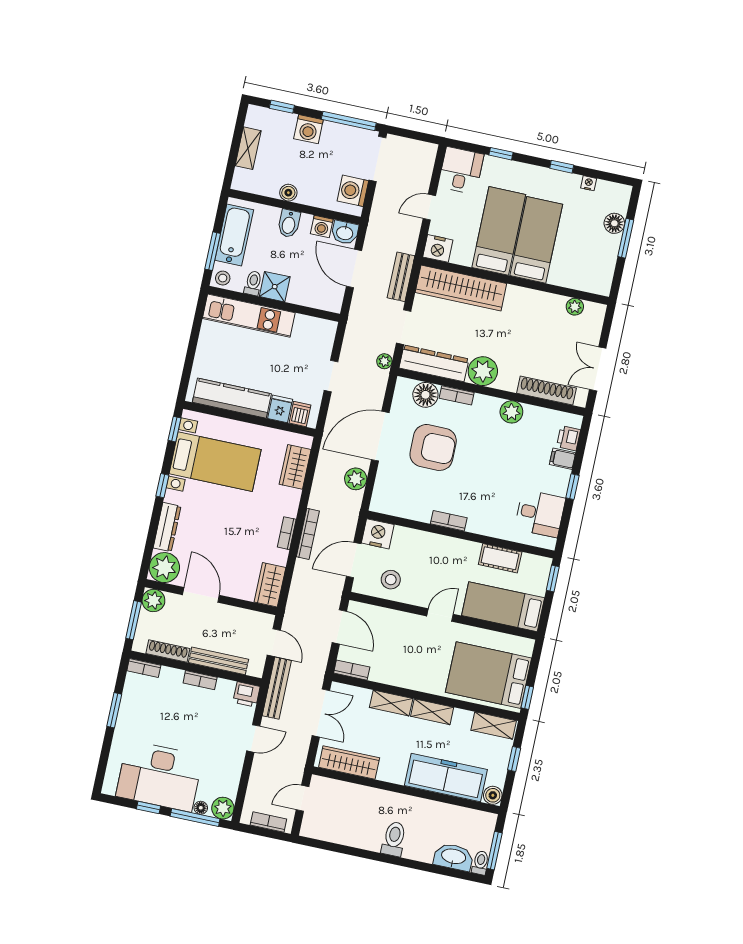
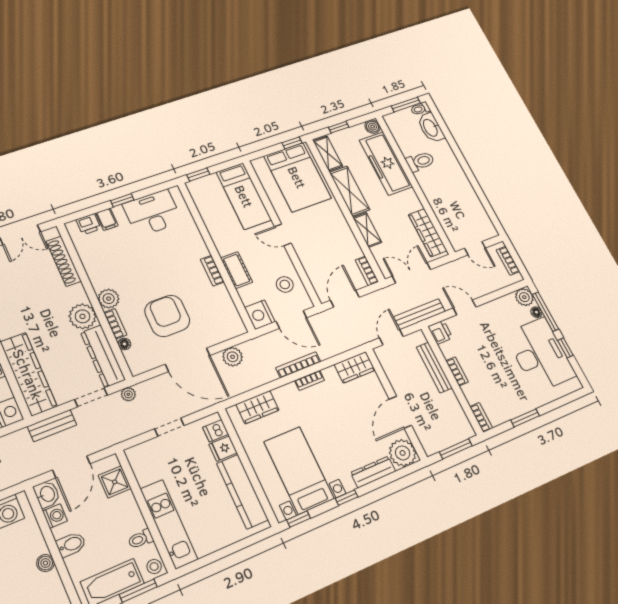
shower: (275, 287) -> (115, 482), moved
floor lamp: (425, 395) -> (124, 344), width x0.53, depth x0.53
plant: (511, 412) -> (109, 299), moved
desk: (540, 513) -> (153, 213), width x1.37
cot: (500, 558) -> (237, 270), moved
plant: (153, 600) -> (431, 444), removed
shoe rack: (168, 651) -> (456, 408), removed
shelving: (432, 712) -> (350, 191), width x1.50, depth x1.33
toilet: (394, 839) -> (420, 162), moved, turned 180

